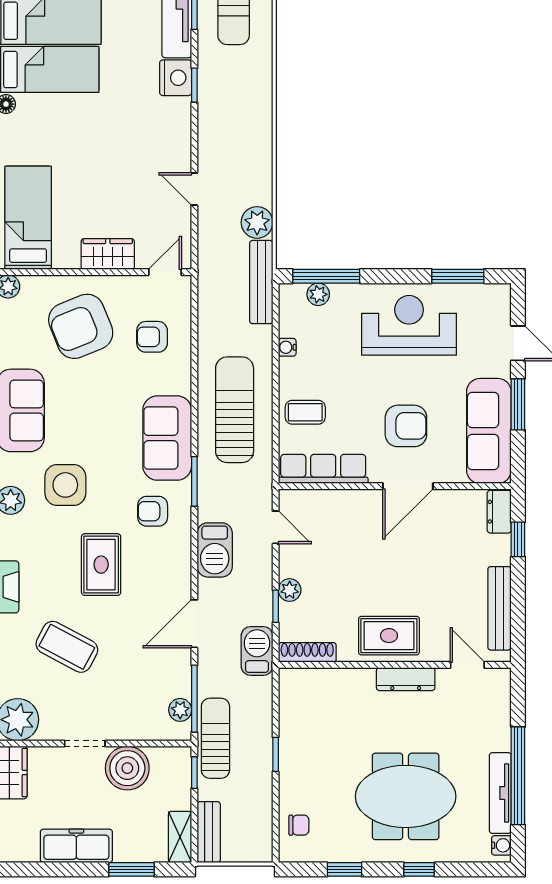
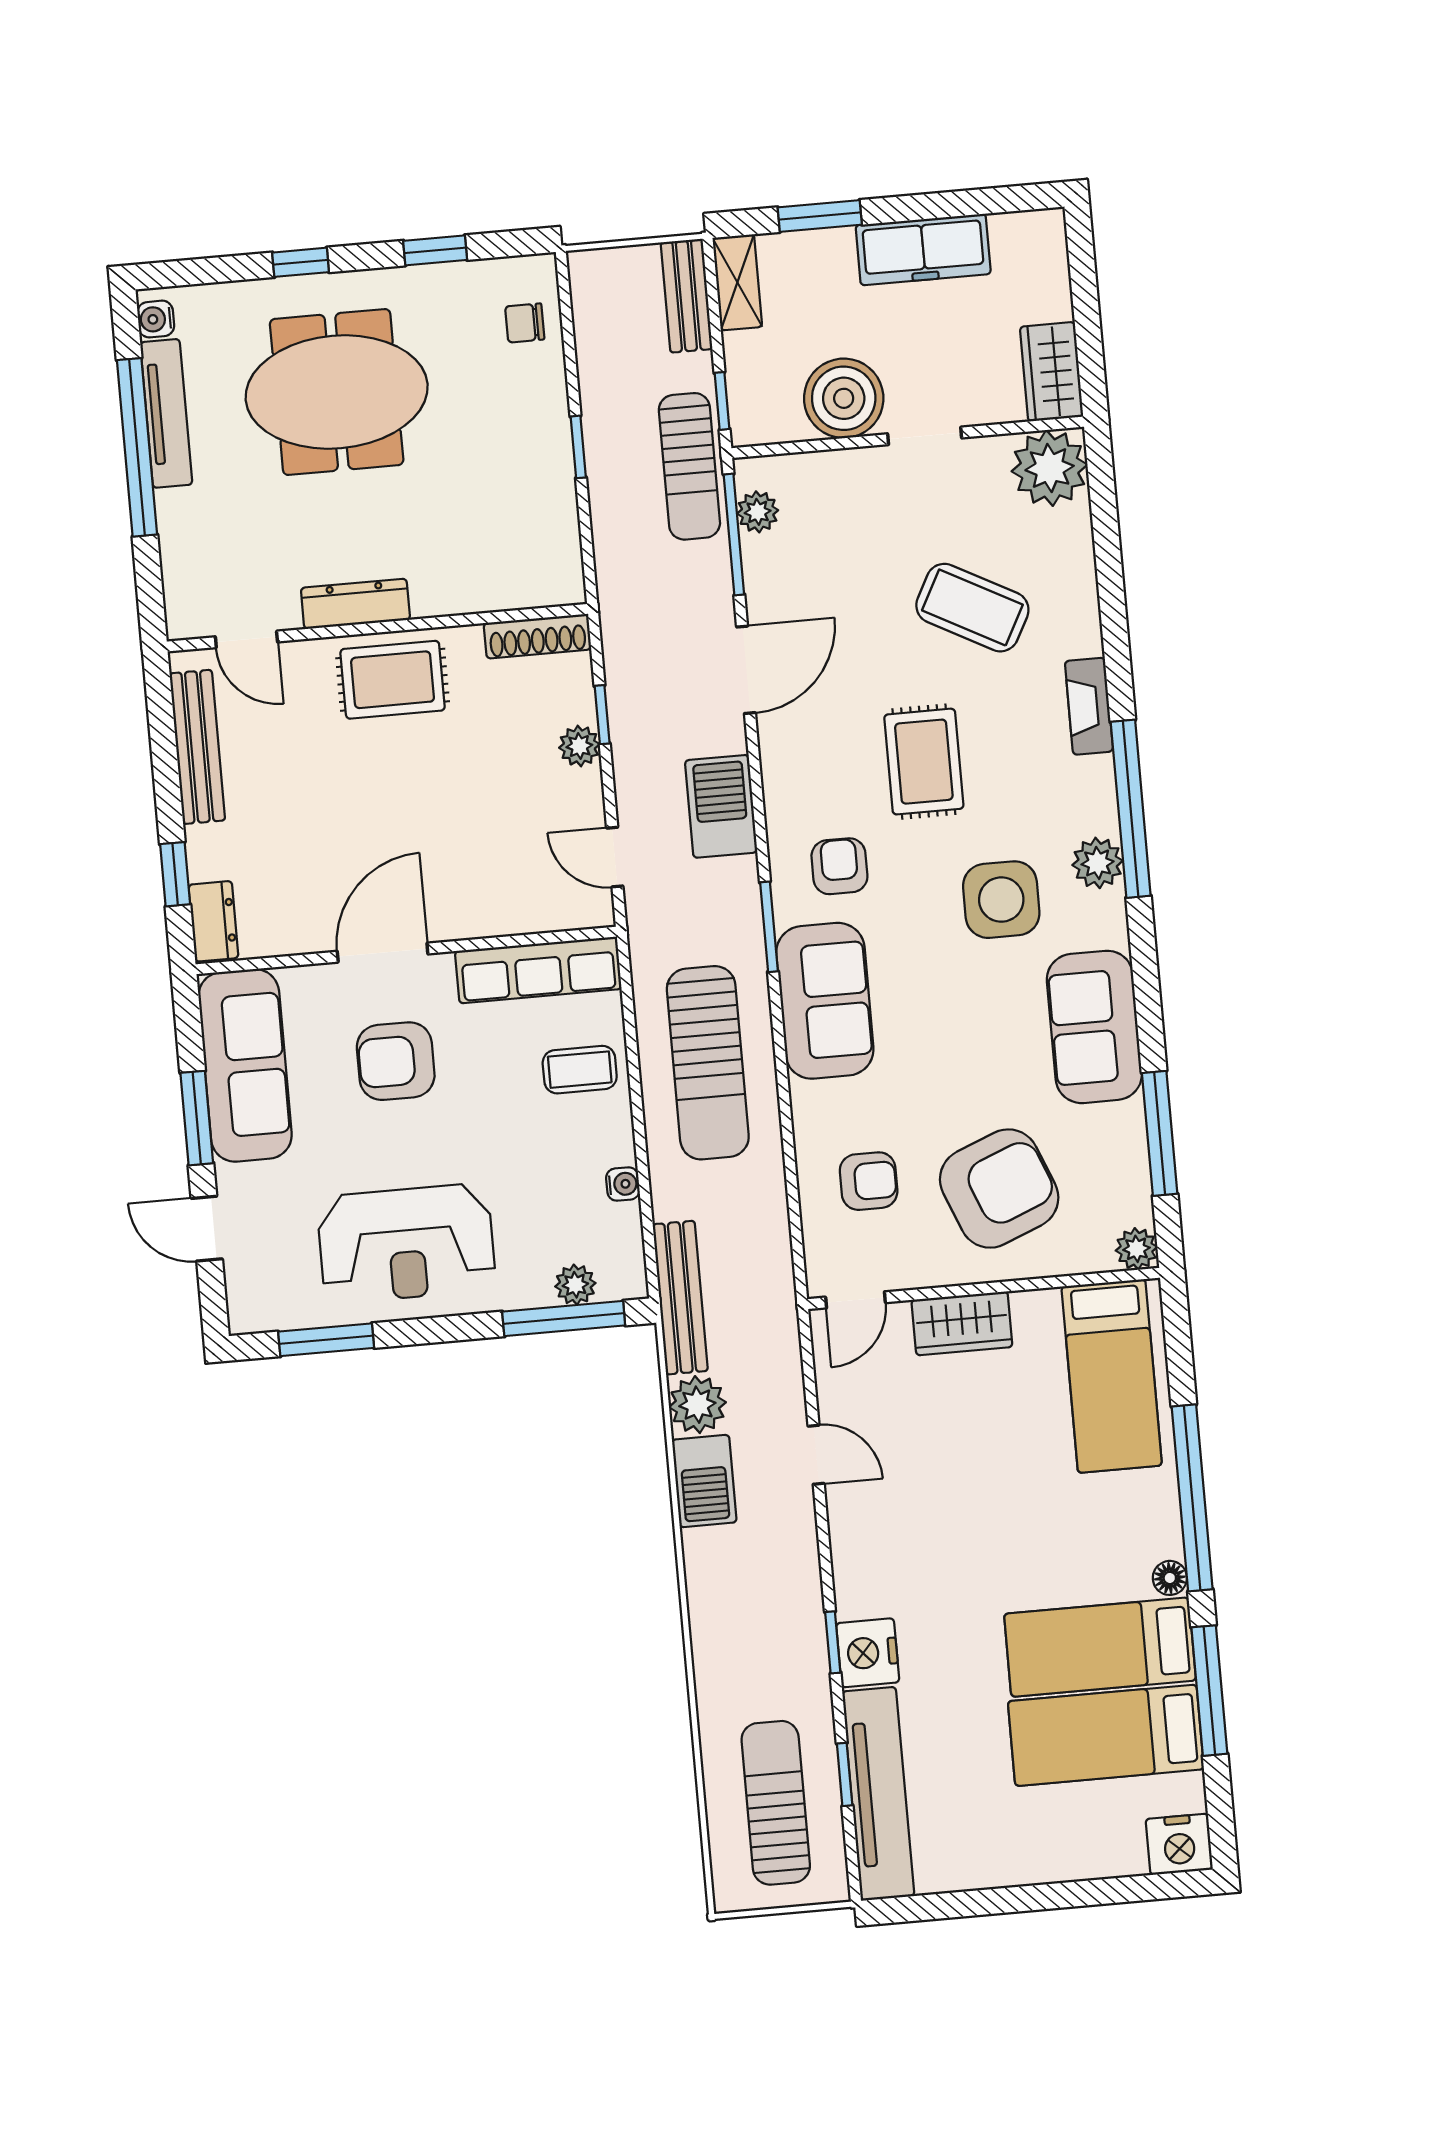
armchair: (153, 511) -> (839, 866), turned -90
barbecue: (257, 651) -> (704, 1481), moved

